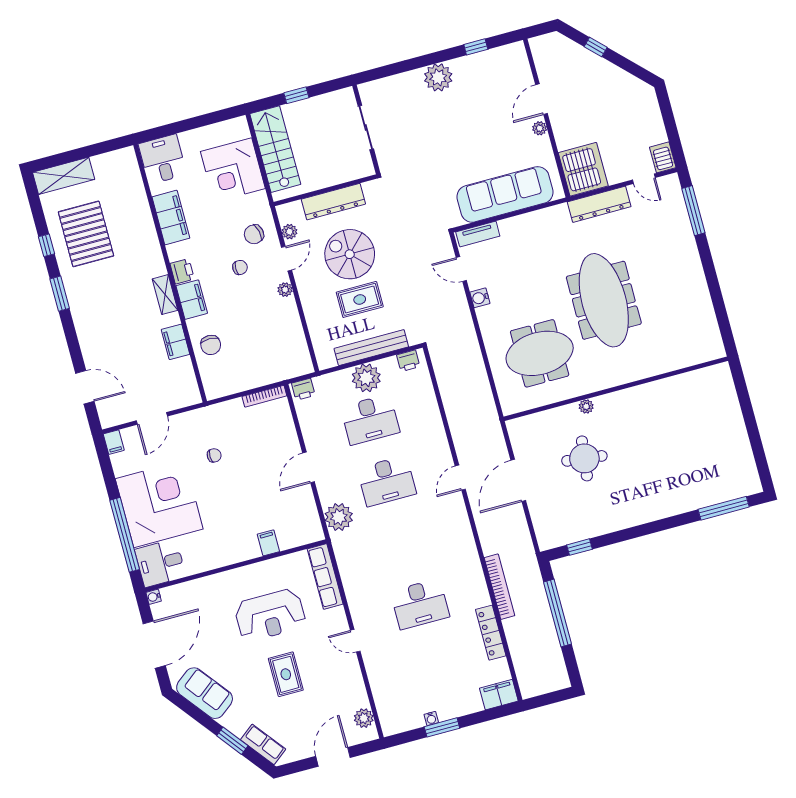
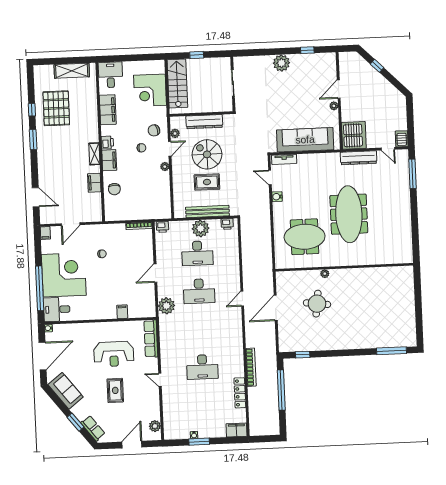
shelving: (64, 176) -> (72, 71), moved

